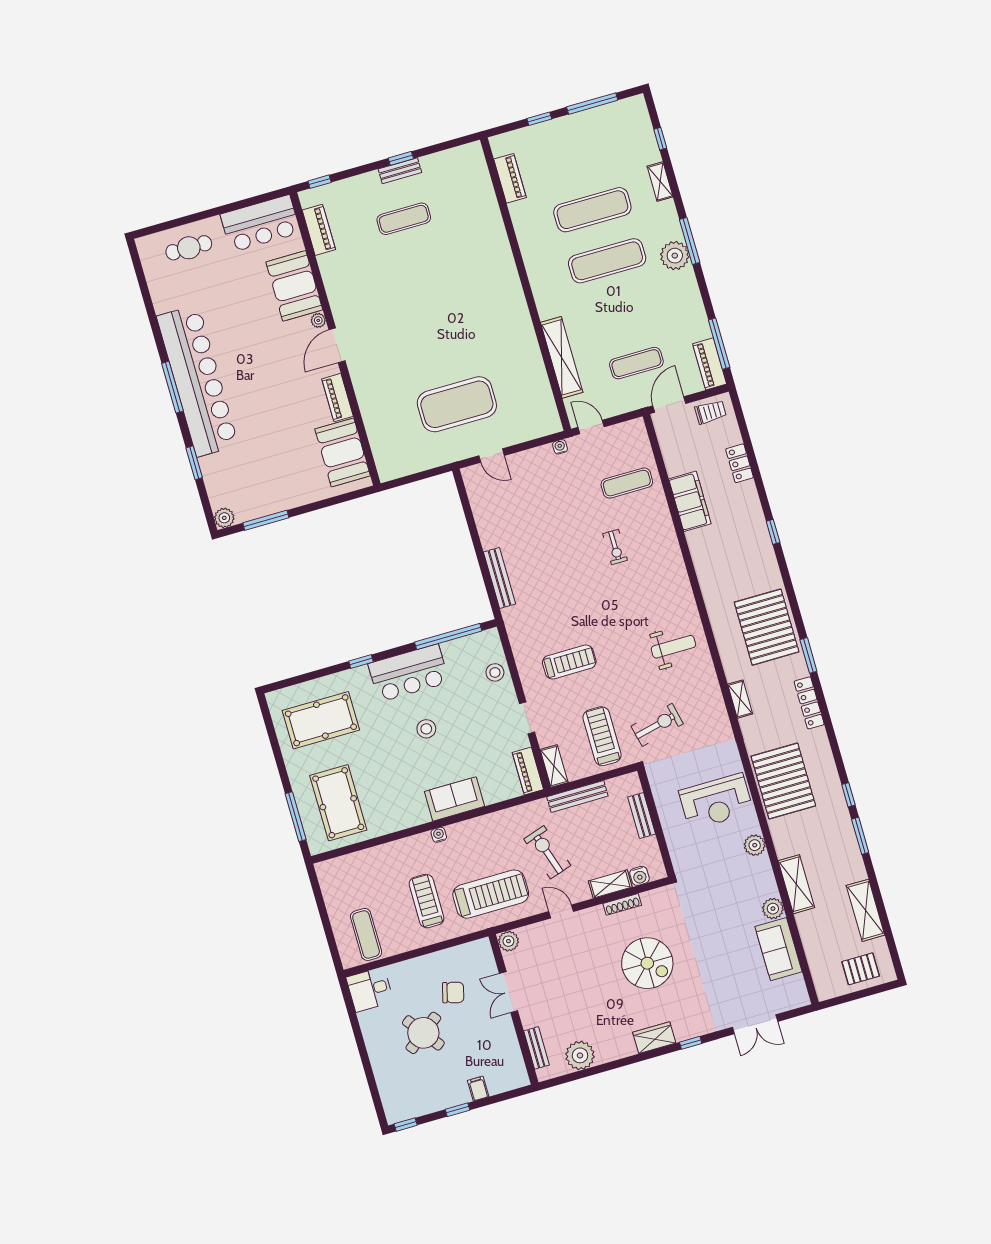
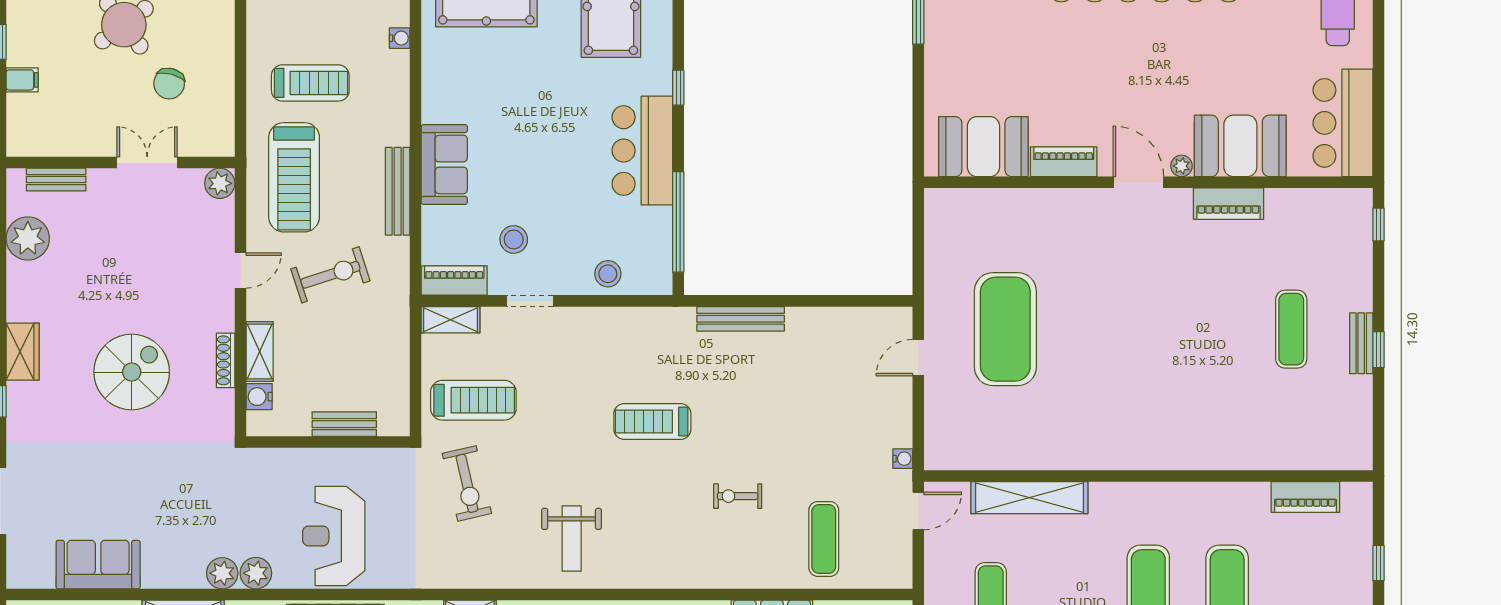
piano: (319, 230) -> (1228, 204), moved
treadmill: (569, 662) -> (652, 422), moved, turned 90
stool: (426, 729) -> (514, 239), moved
bench: (577, 796) -> (398, 191), moved
water cooler: (439, 835) -> (400, 38), moved
plant: (773, 909) -> (222, 573), moved
spiral stairs: (647, 963) -> (132, 372), turned 180

